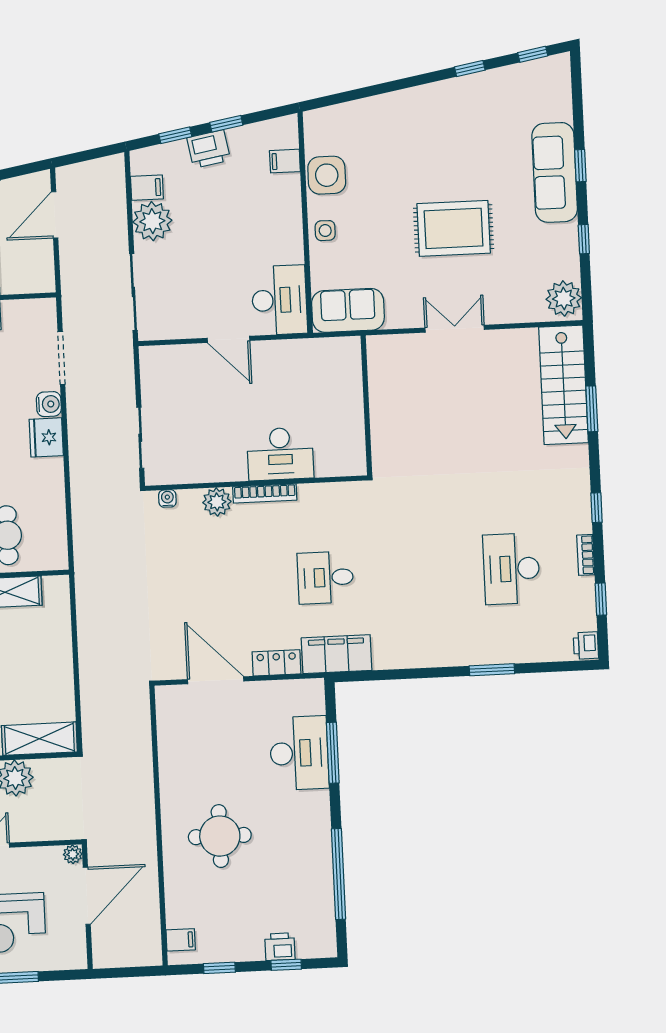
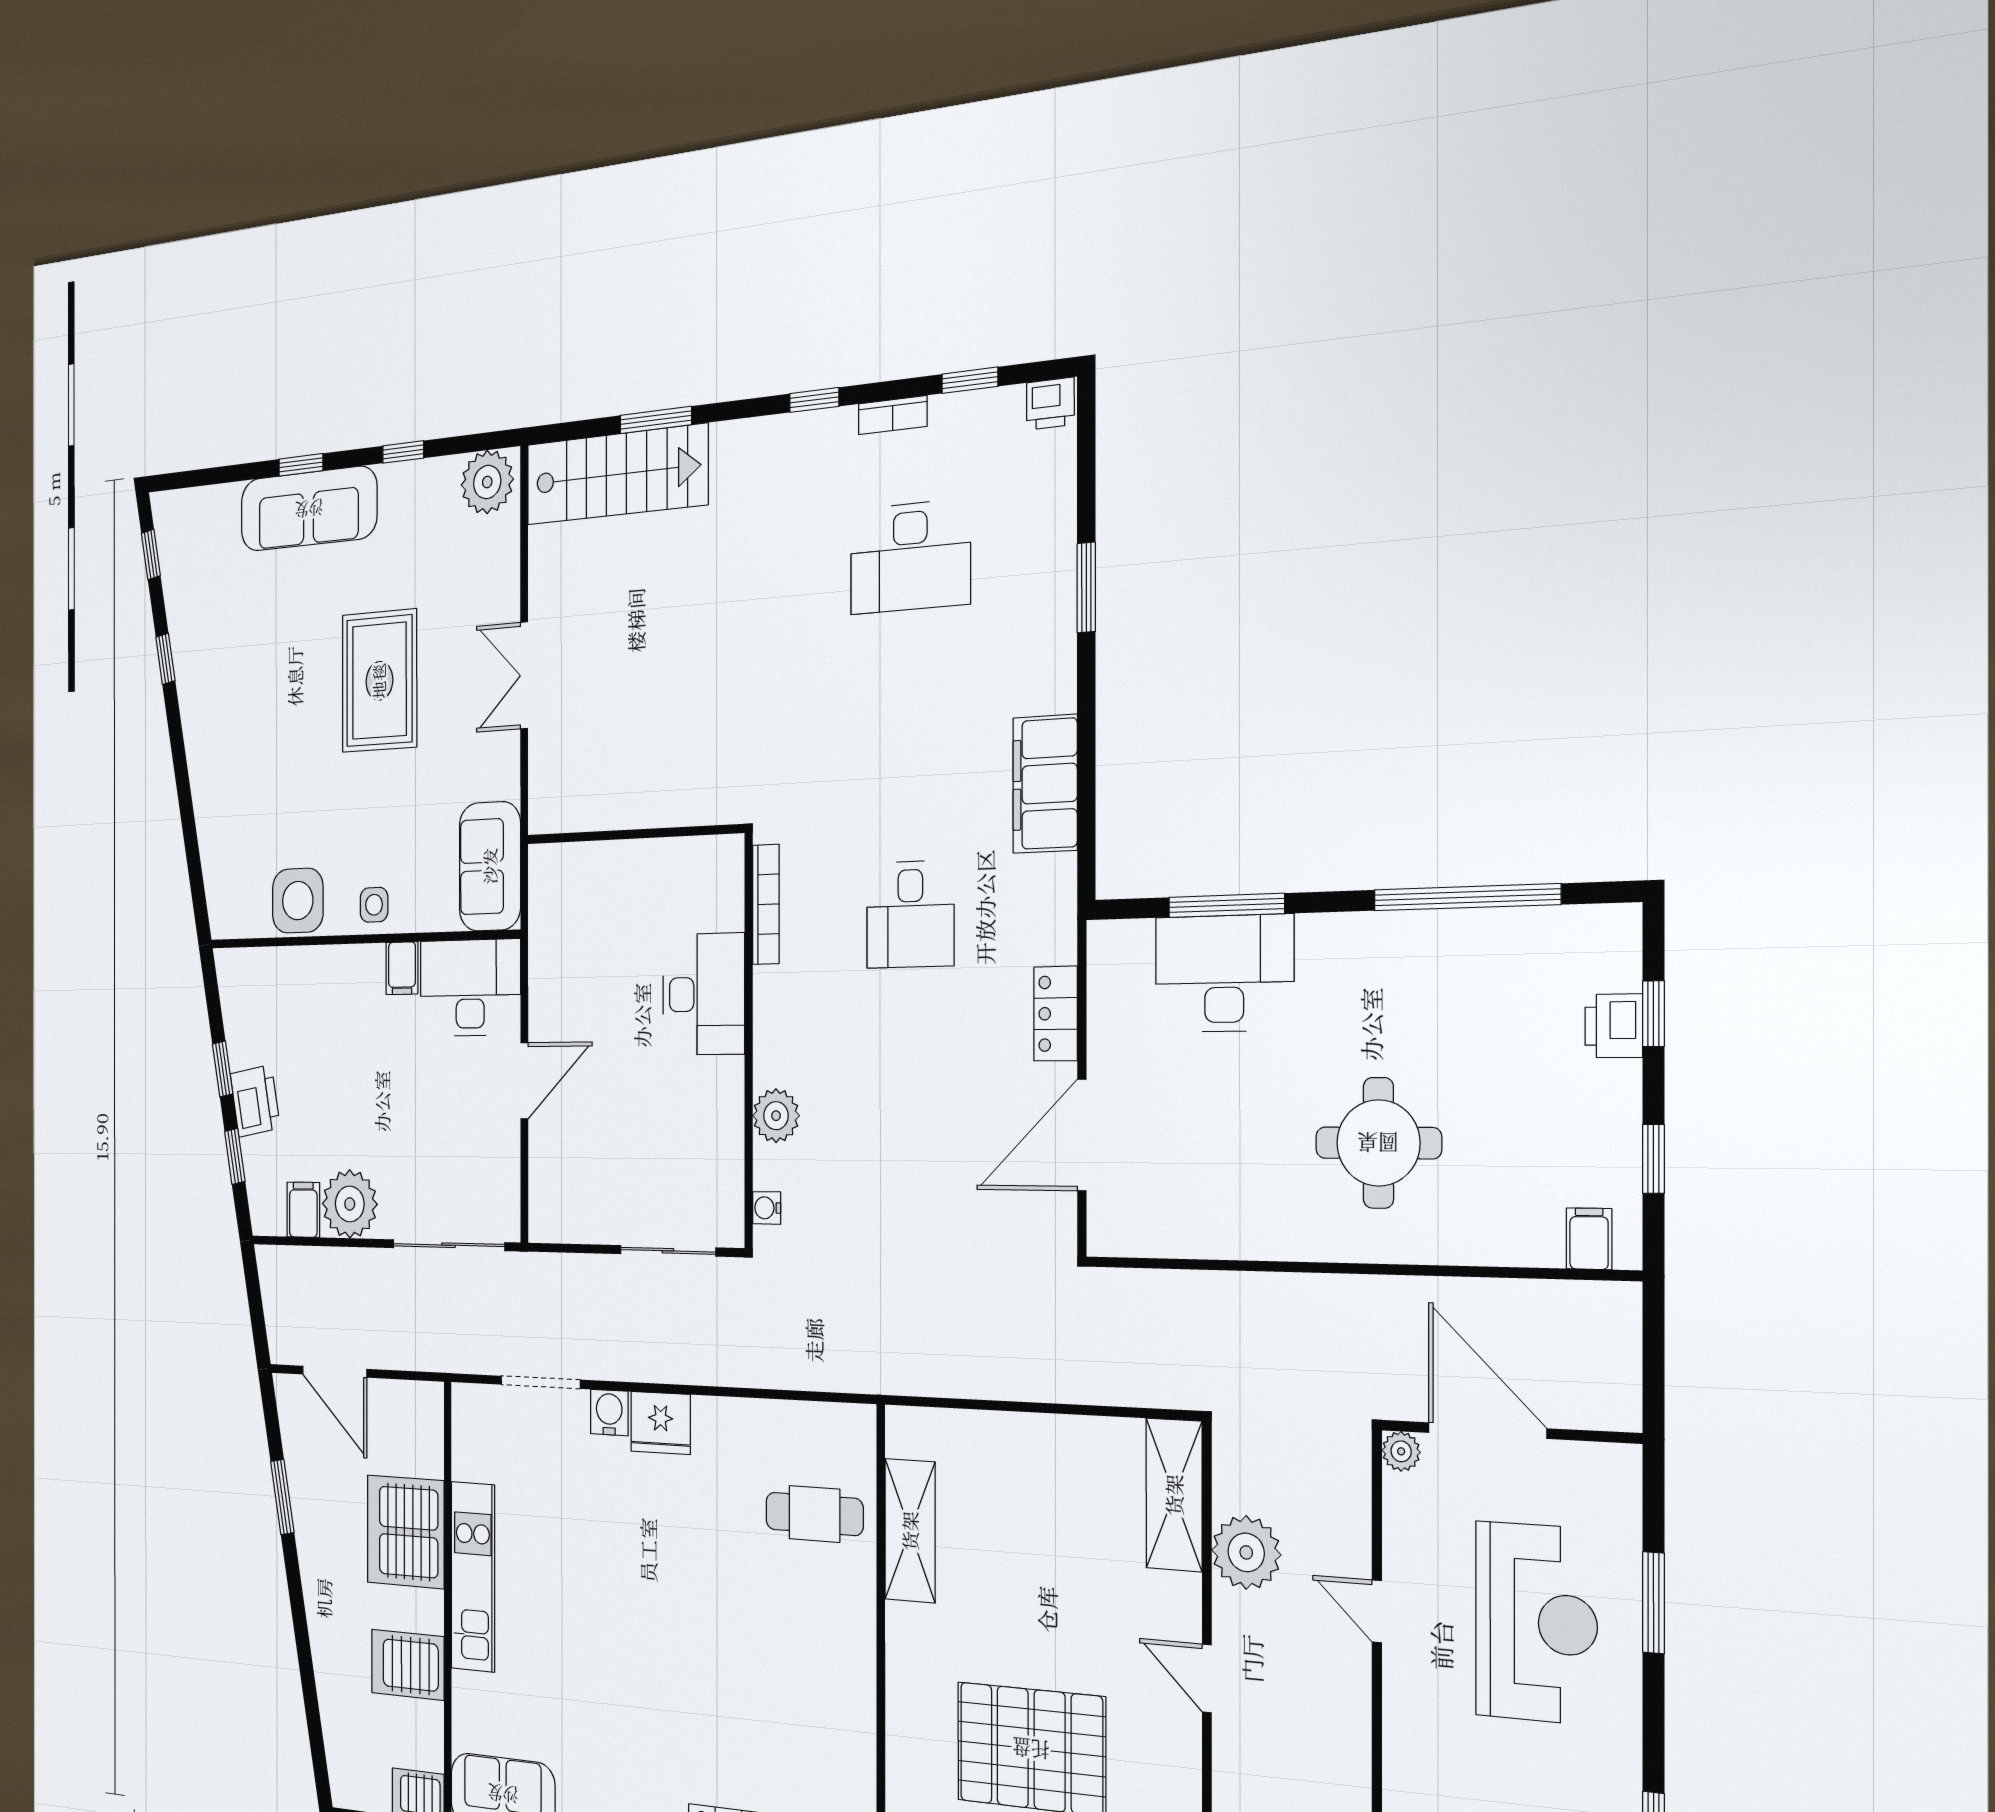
filing cabinet: (285, 161) -> (402, 968), moved
bookcase: (265, 493) -> (766, 904), moved
filing cabinet: (337, 654) -> (1045, 784), moved

